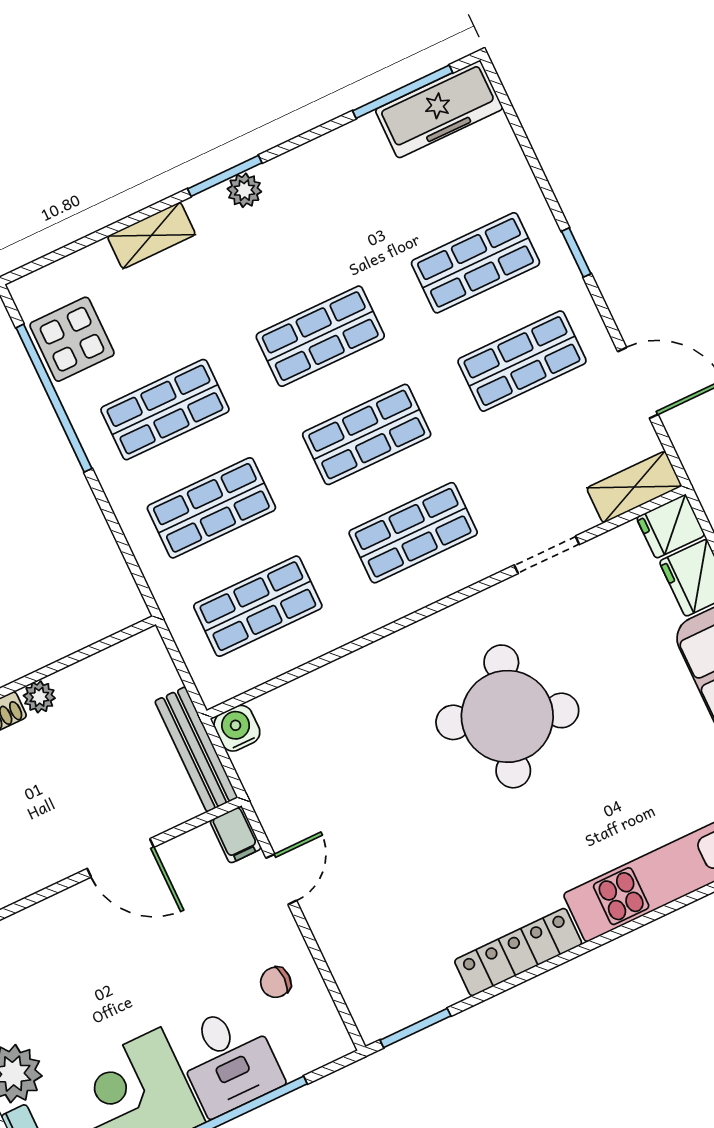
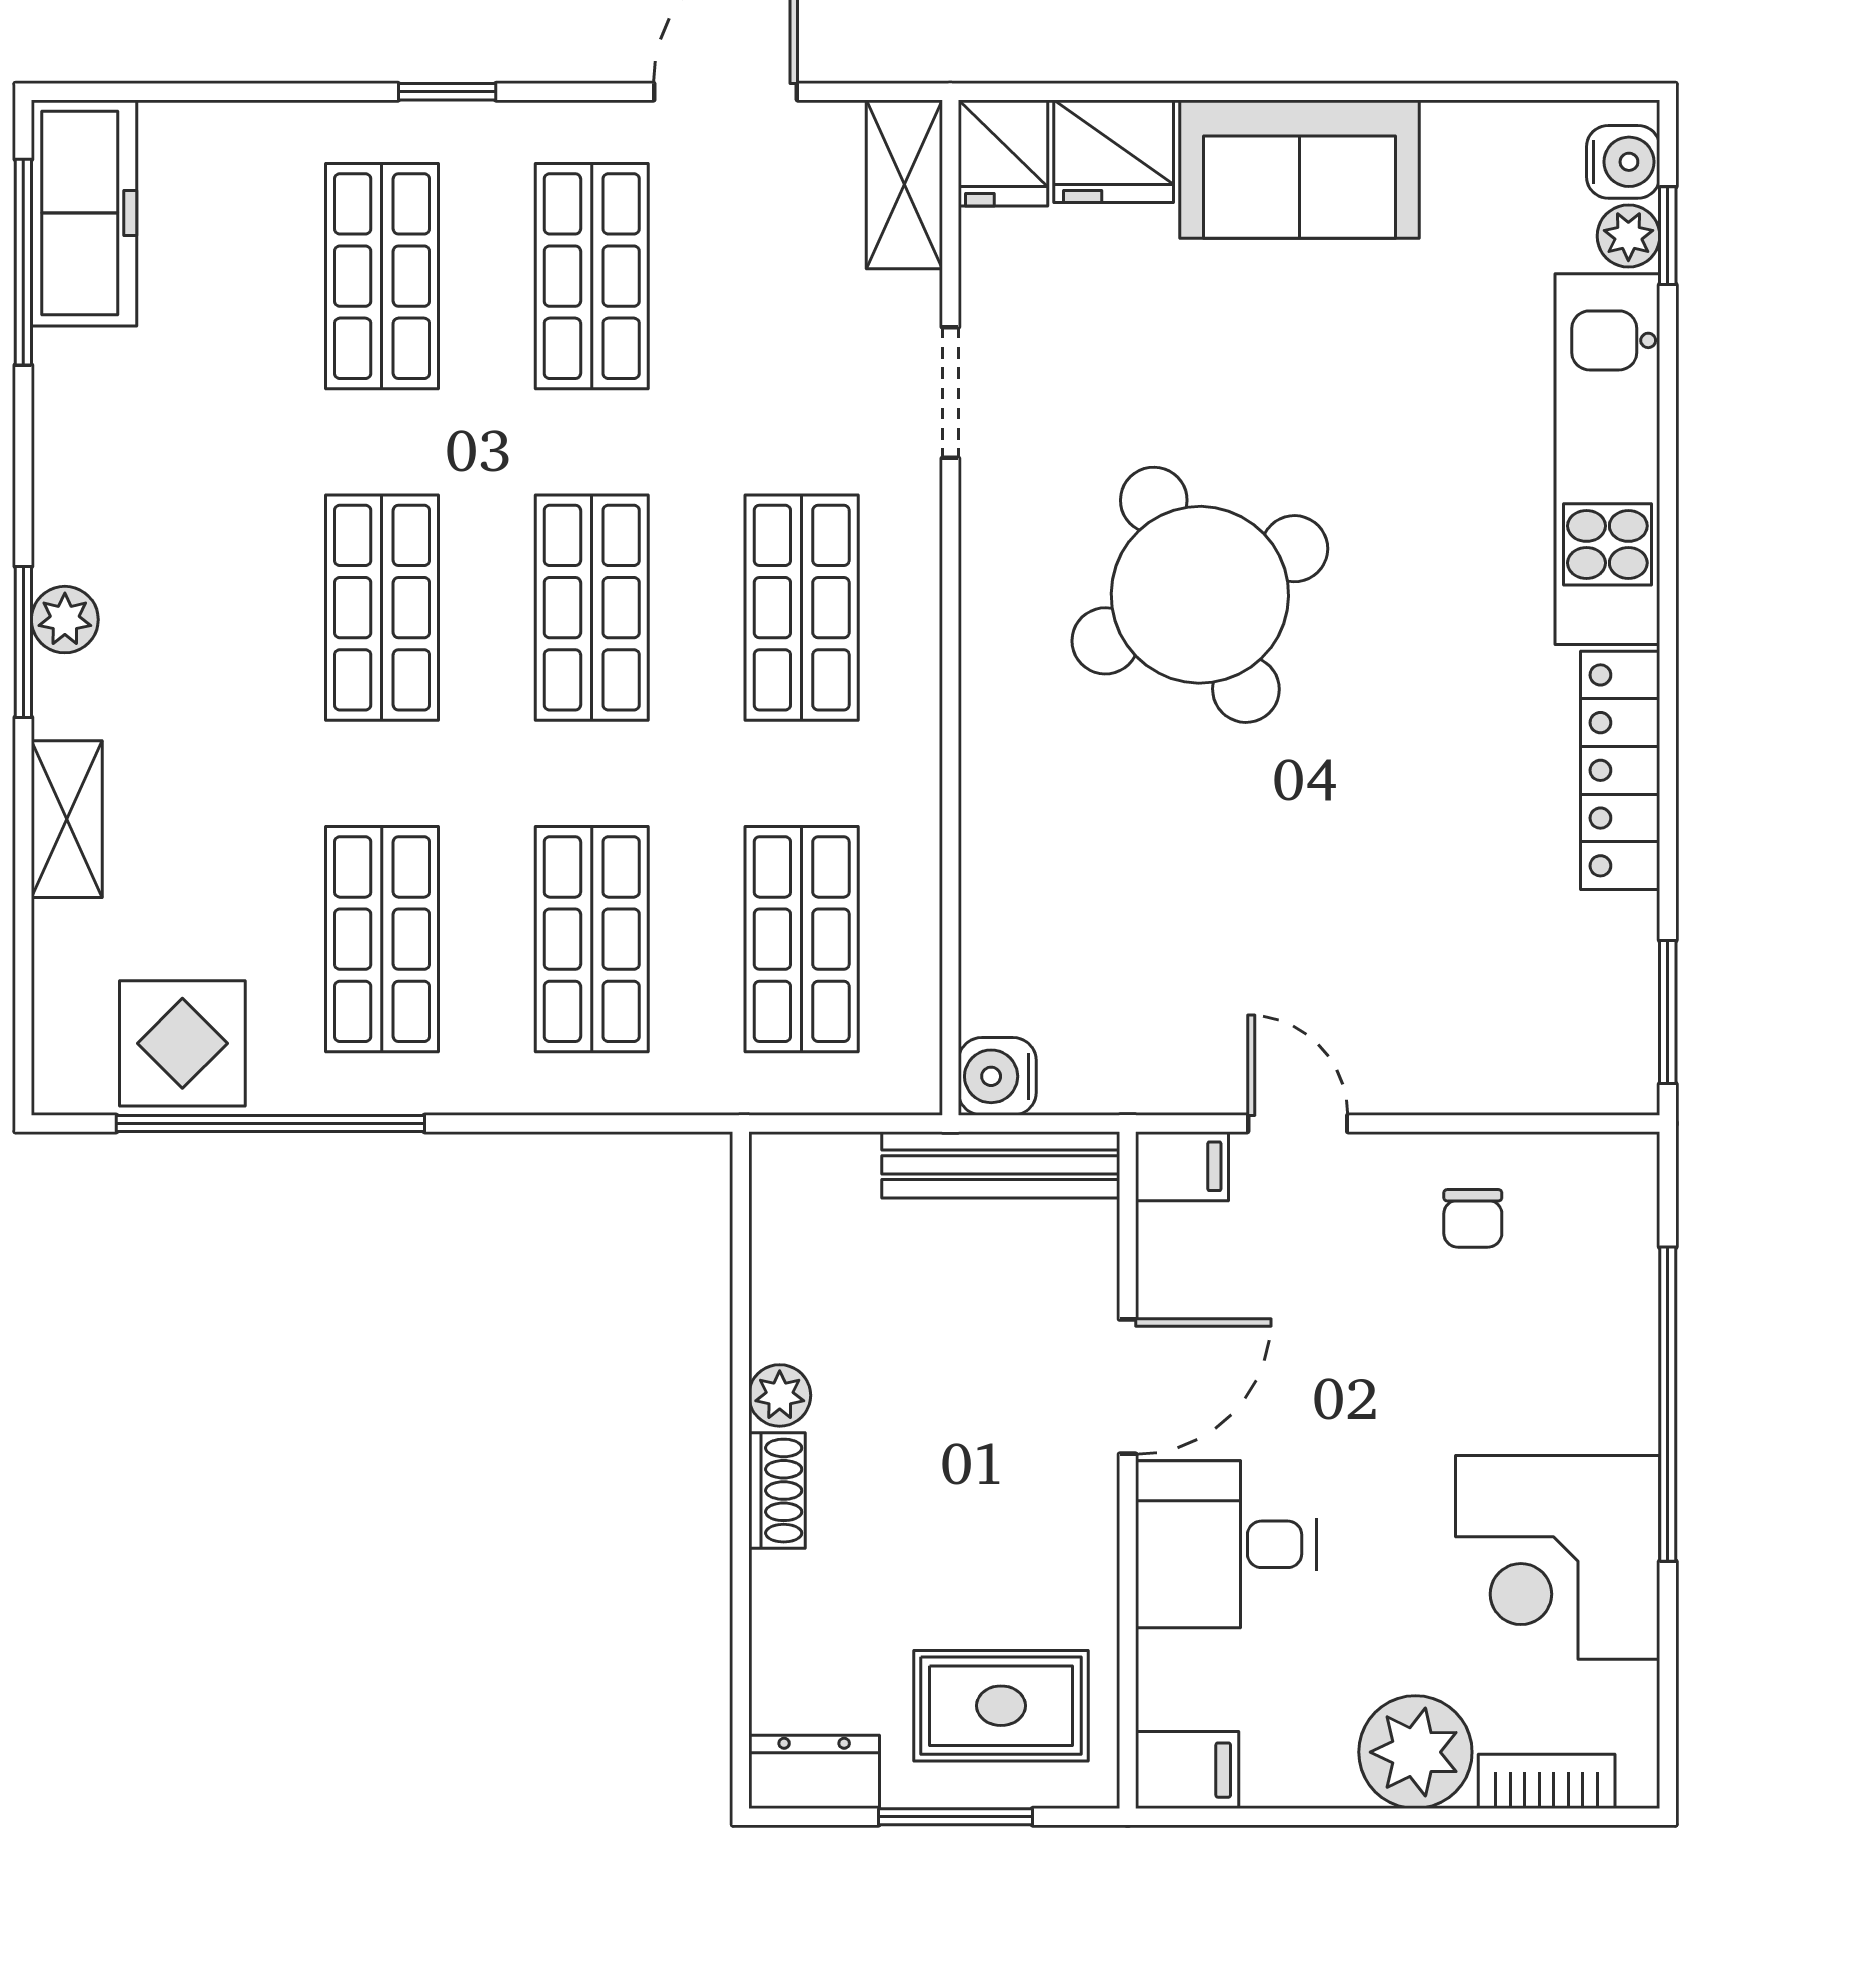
round table: (507, 716) -> (1200, 595), turned 45
desk: (228, 1060) -> (1226, 1544), moved, turned 180

